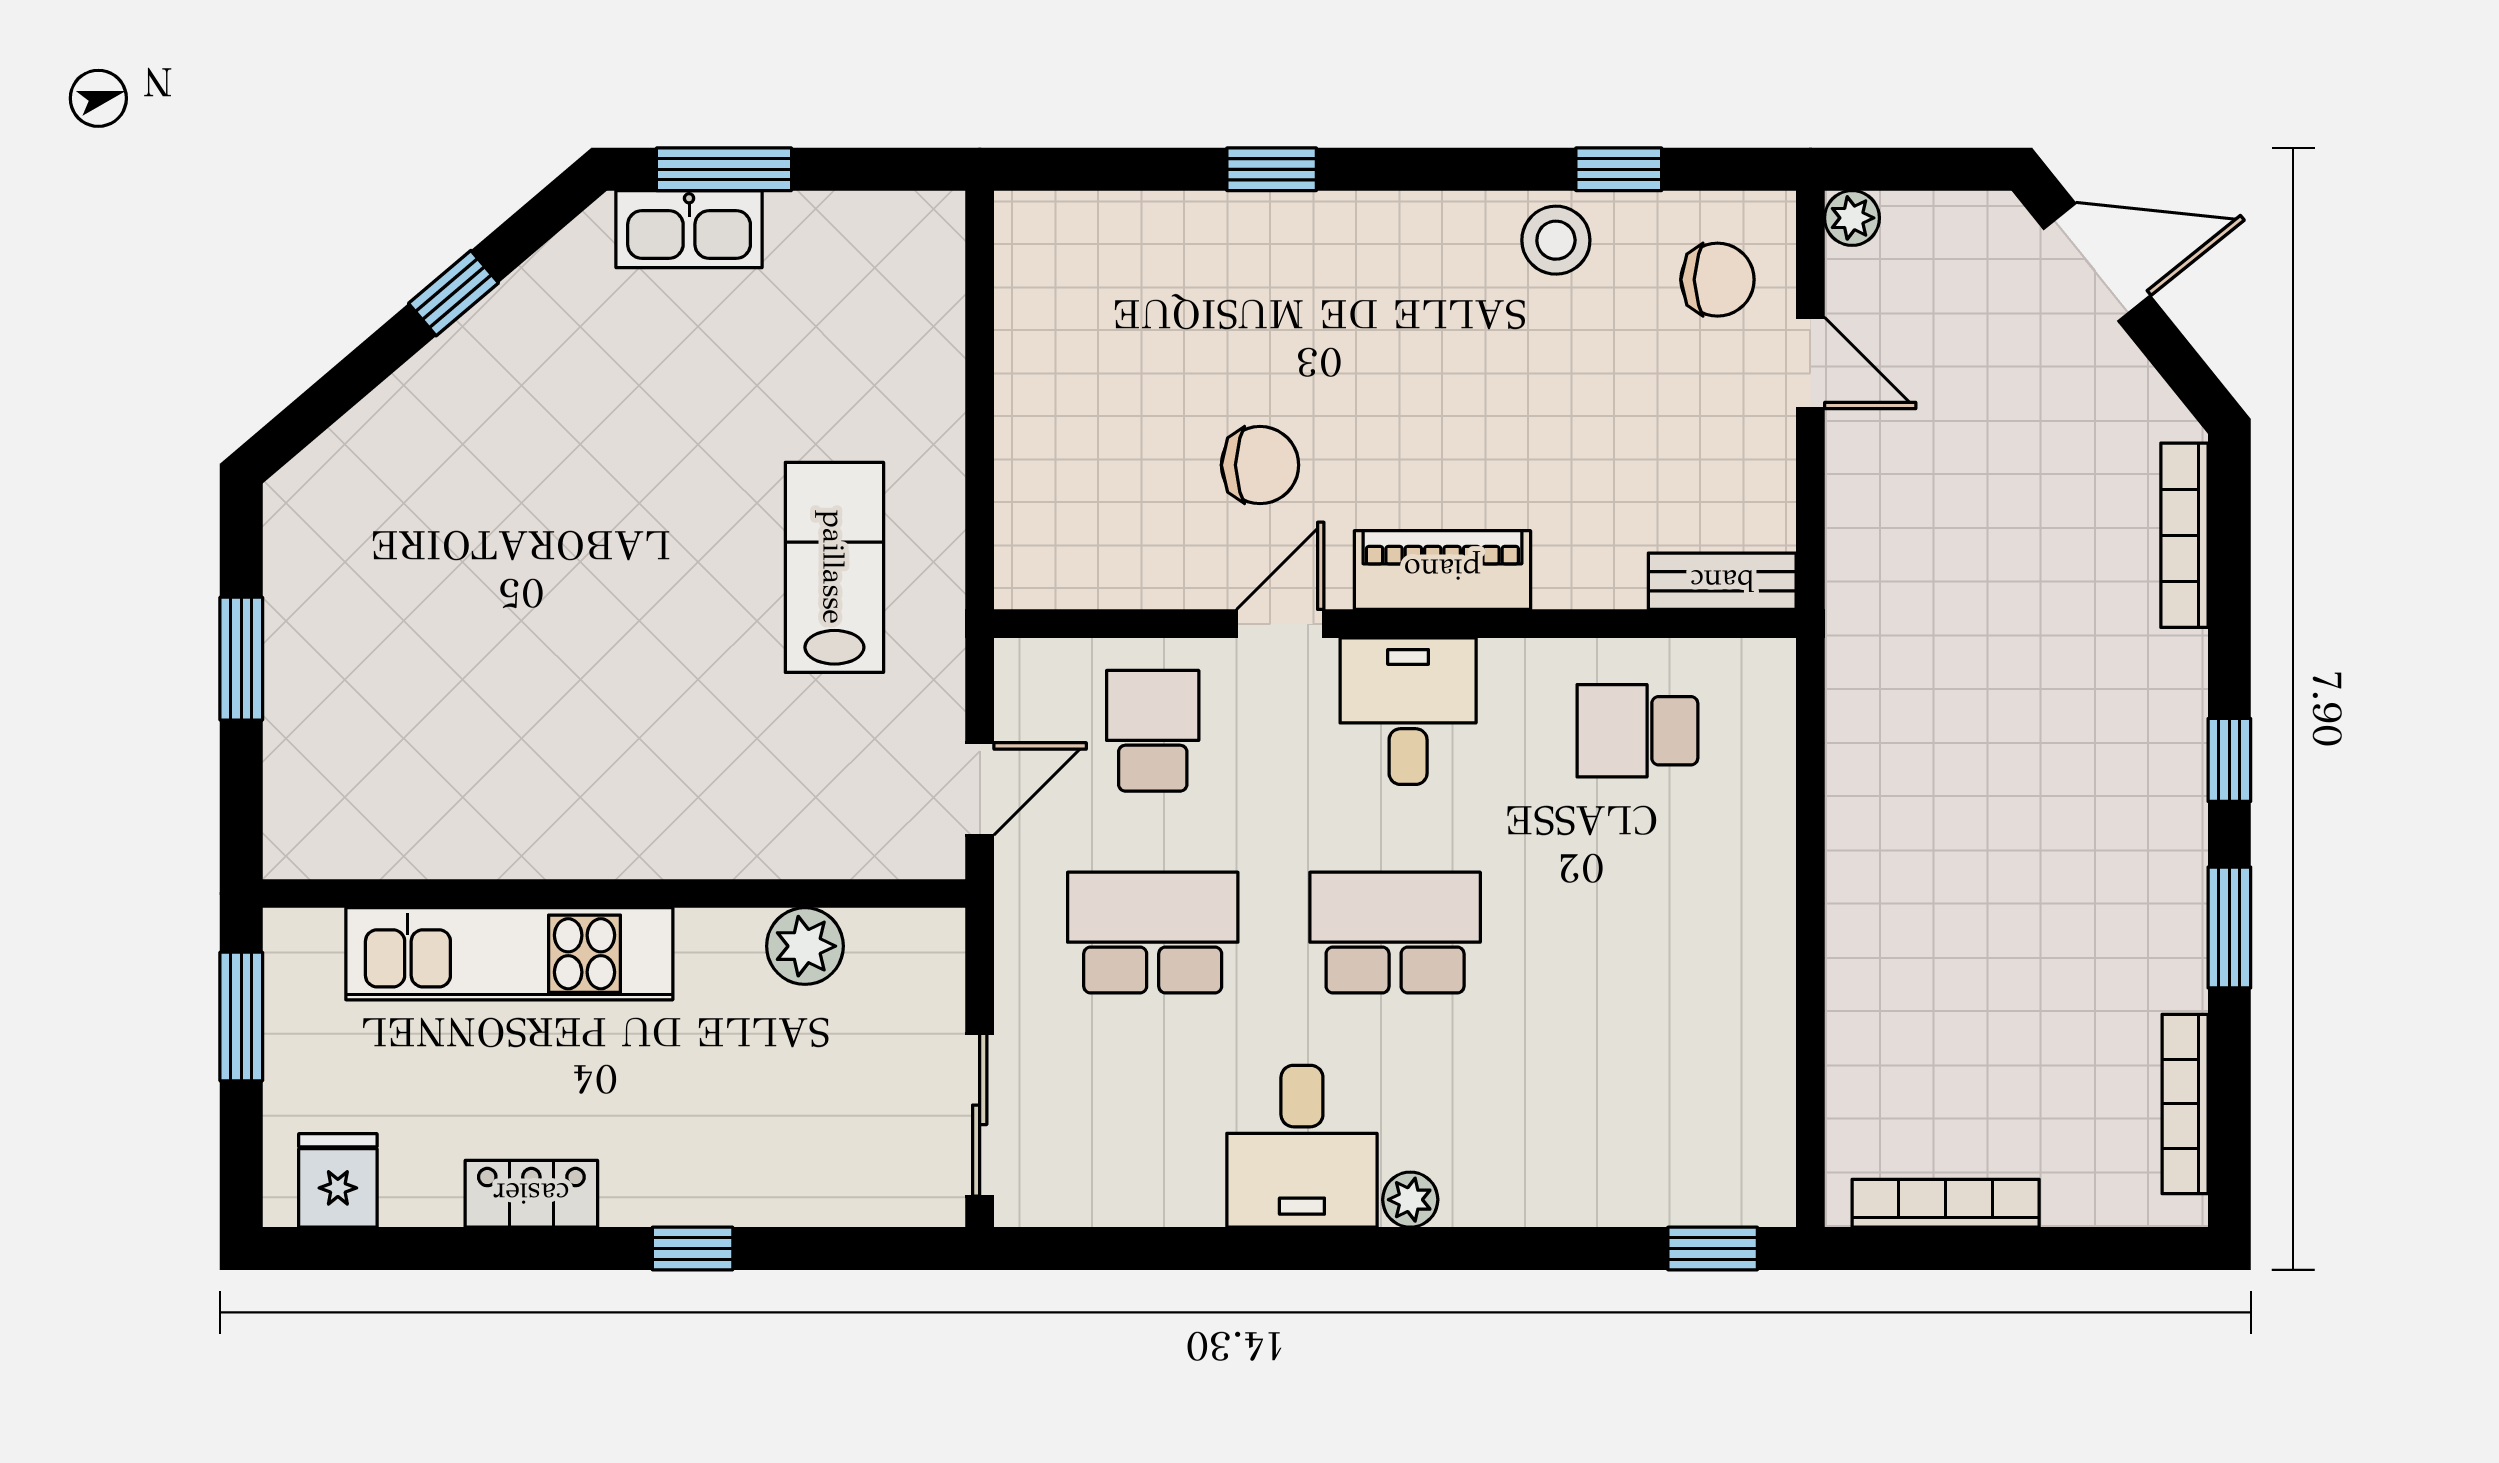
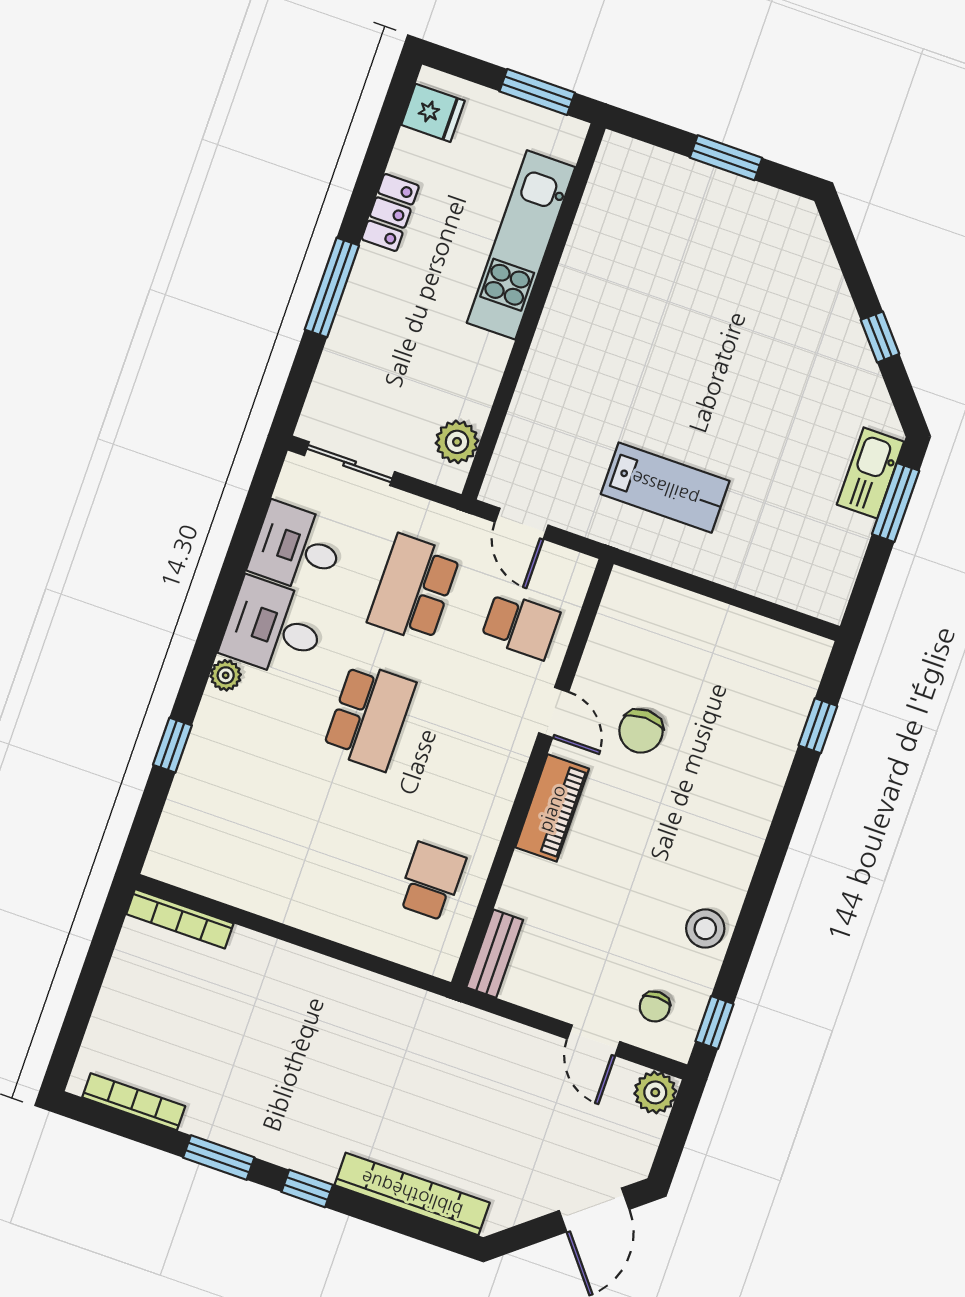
window: (1272, 169) -> (818, 726), moved
window: (1619, 169) -> (714, 1023), moved
plant: (1852, 218) -> (655, 1092), width x1.38, depth x1.38
chair: (1718, 280) -> (655, 1007), width x0.73, depth x0.73
door: (1810, 363) -> (594, 1040), hinge flipped
bookcase: (2184, 535) -> (412, 1194), width x1.48, depth x1.31
desk: (1408, 711) -> (297, 548), moved, turned 180
school desk: (1153, 933) -> (414, 588), turned 180
plant: (805, 946) -> (457, 442), moved
bookcase: (1946, 1203) -> (180, 919), moved, turned 90
window: (693, 1248) -> (332, 288), width x2.17
window: (1713, 1248) -> (172, 745), moved

